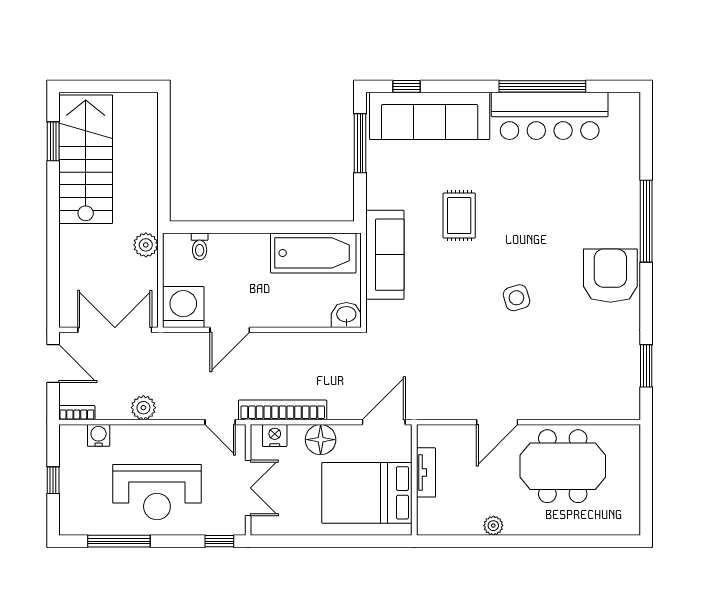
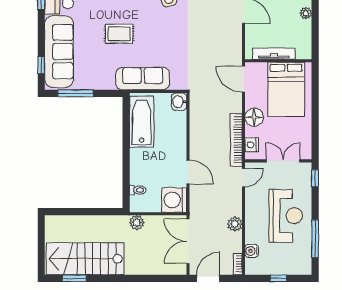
tv unit: (426, 472) -> (274, 54), width x1.41

